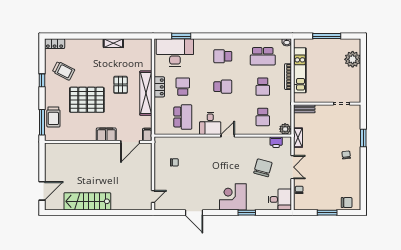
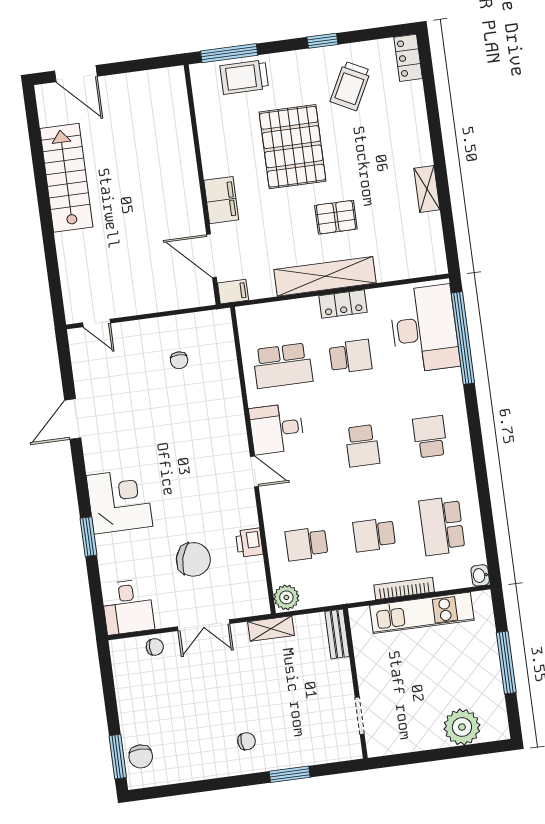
window: (181, 36) -> (463, 338), width x2.11
printer: (276, 142) -> (249, 543), moved
window: (327, 213) -> (118, 757), moved

